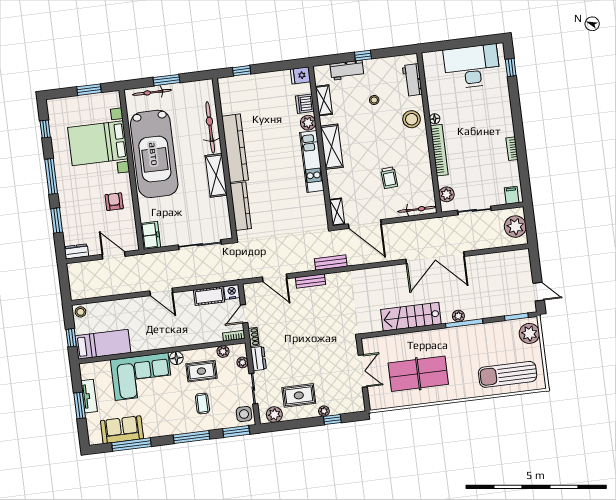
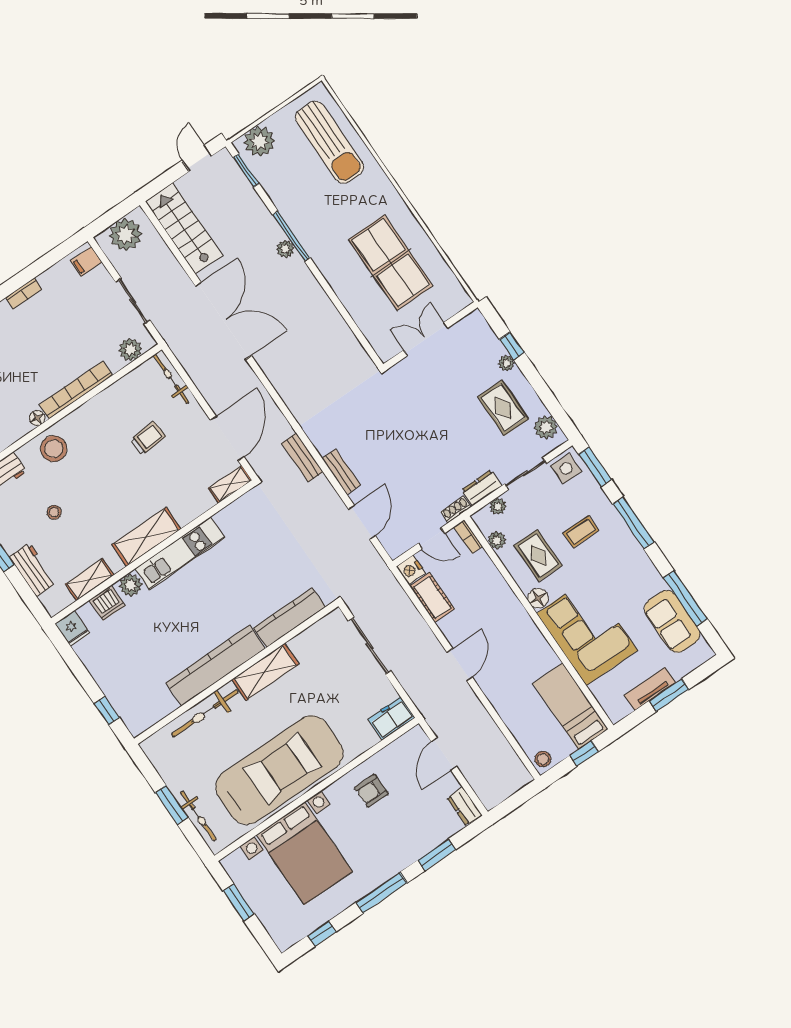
stairs: (411, 317) -> (184, 228), moved, turned 180

